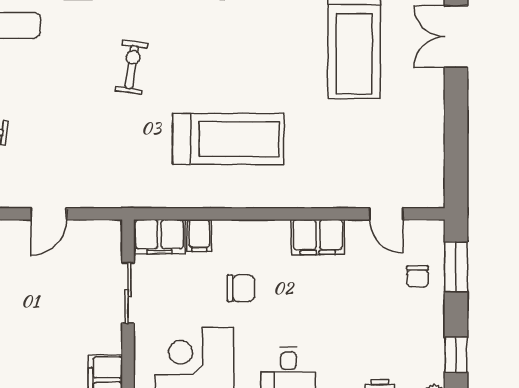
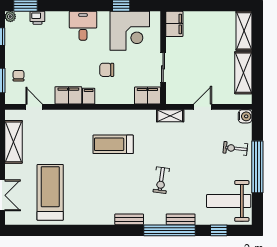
treadmill: (228, 139) -> (113, 144), width x0.73, depth x0.73
shelving: (428, 144) -> (14, 142), added
shelving: (114, 196) -> (170, 116), added
filing cabinet: (199, 236) -> (89, 96), moved

